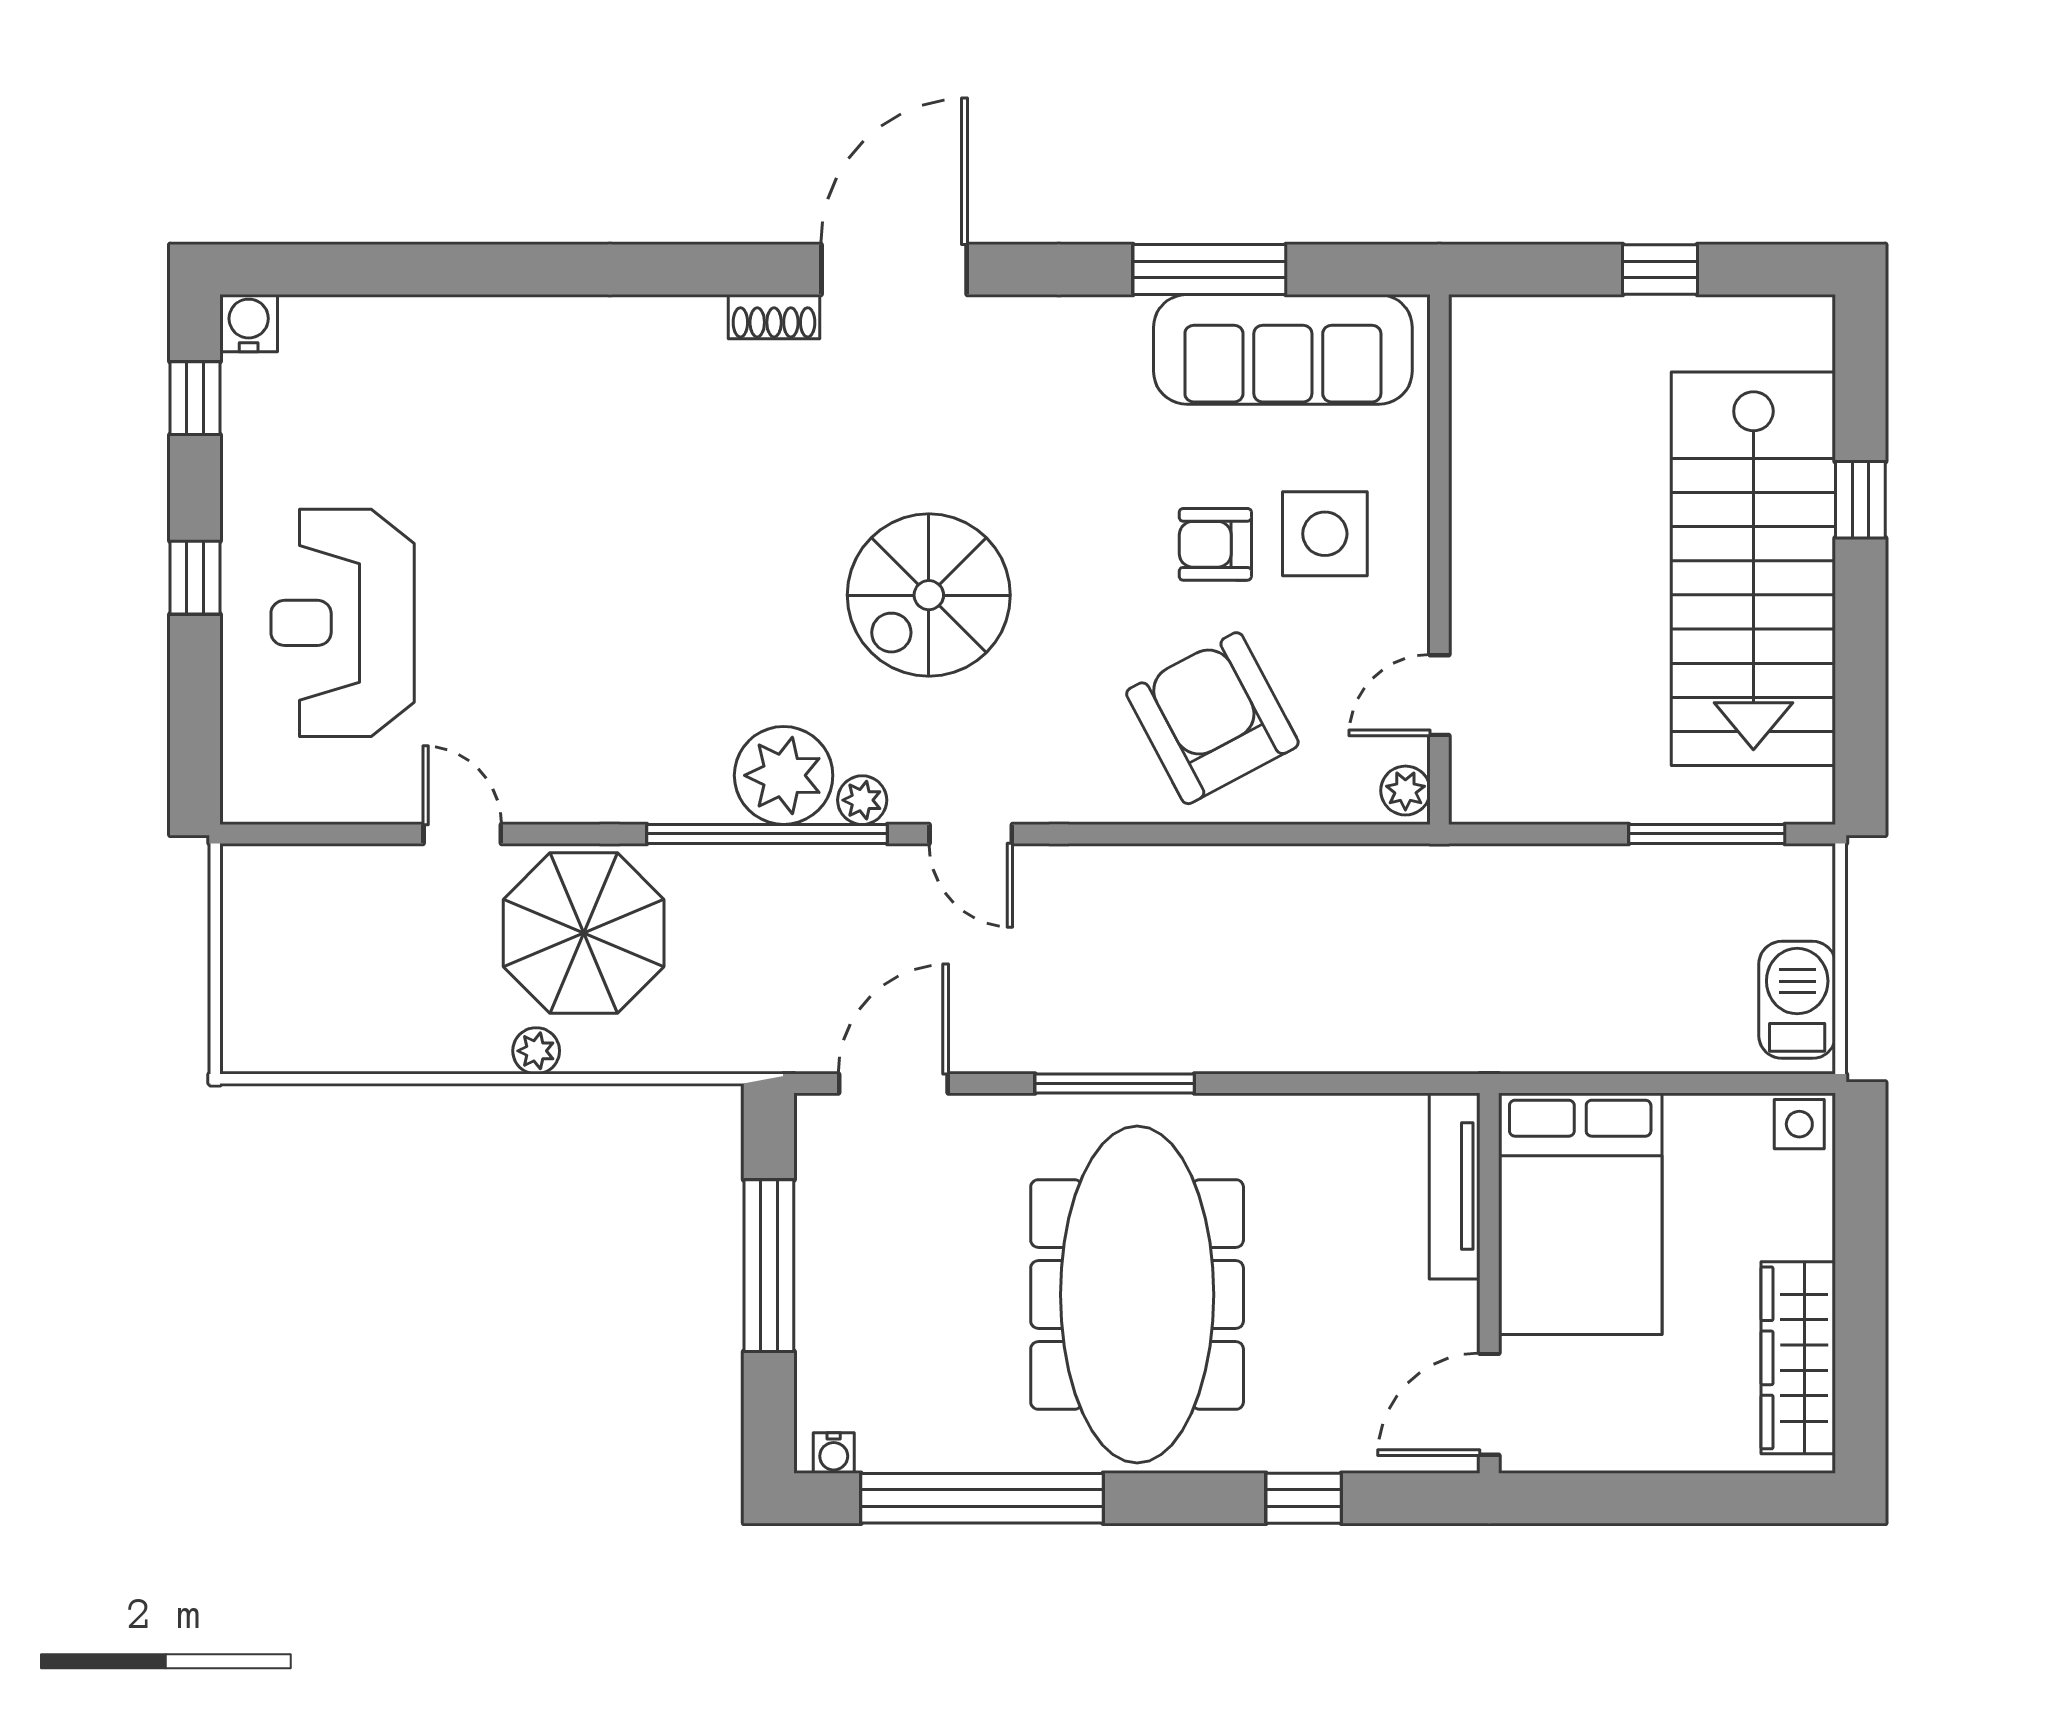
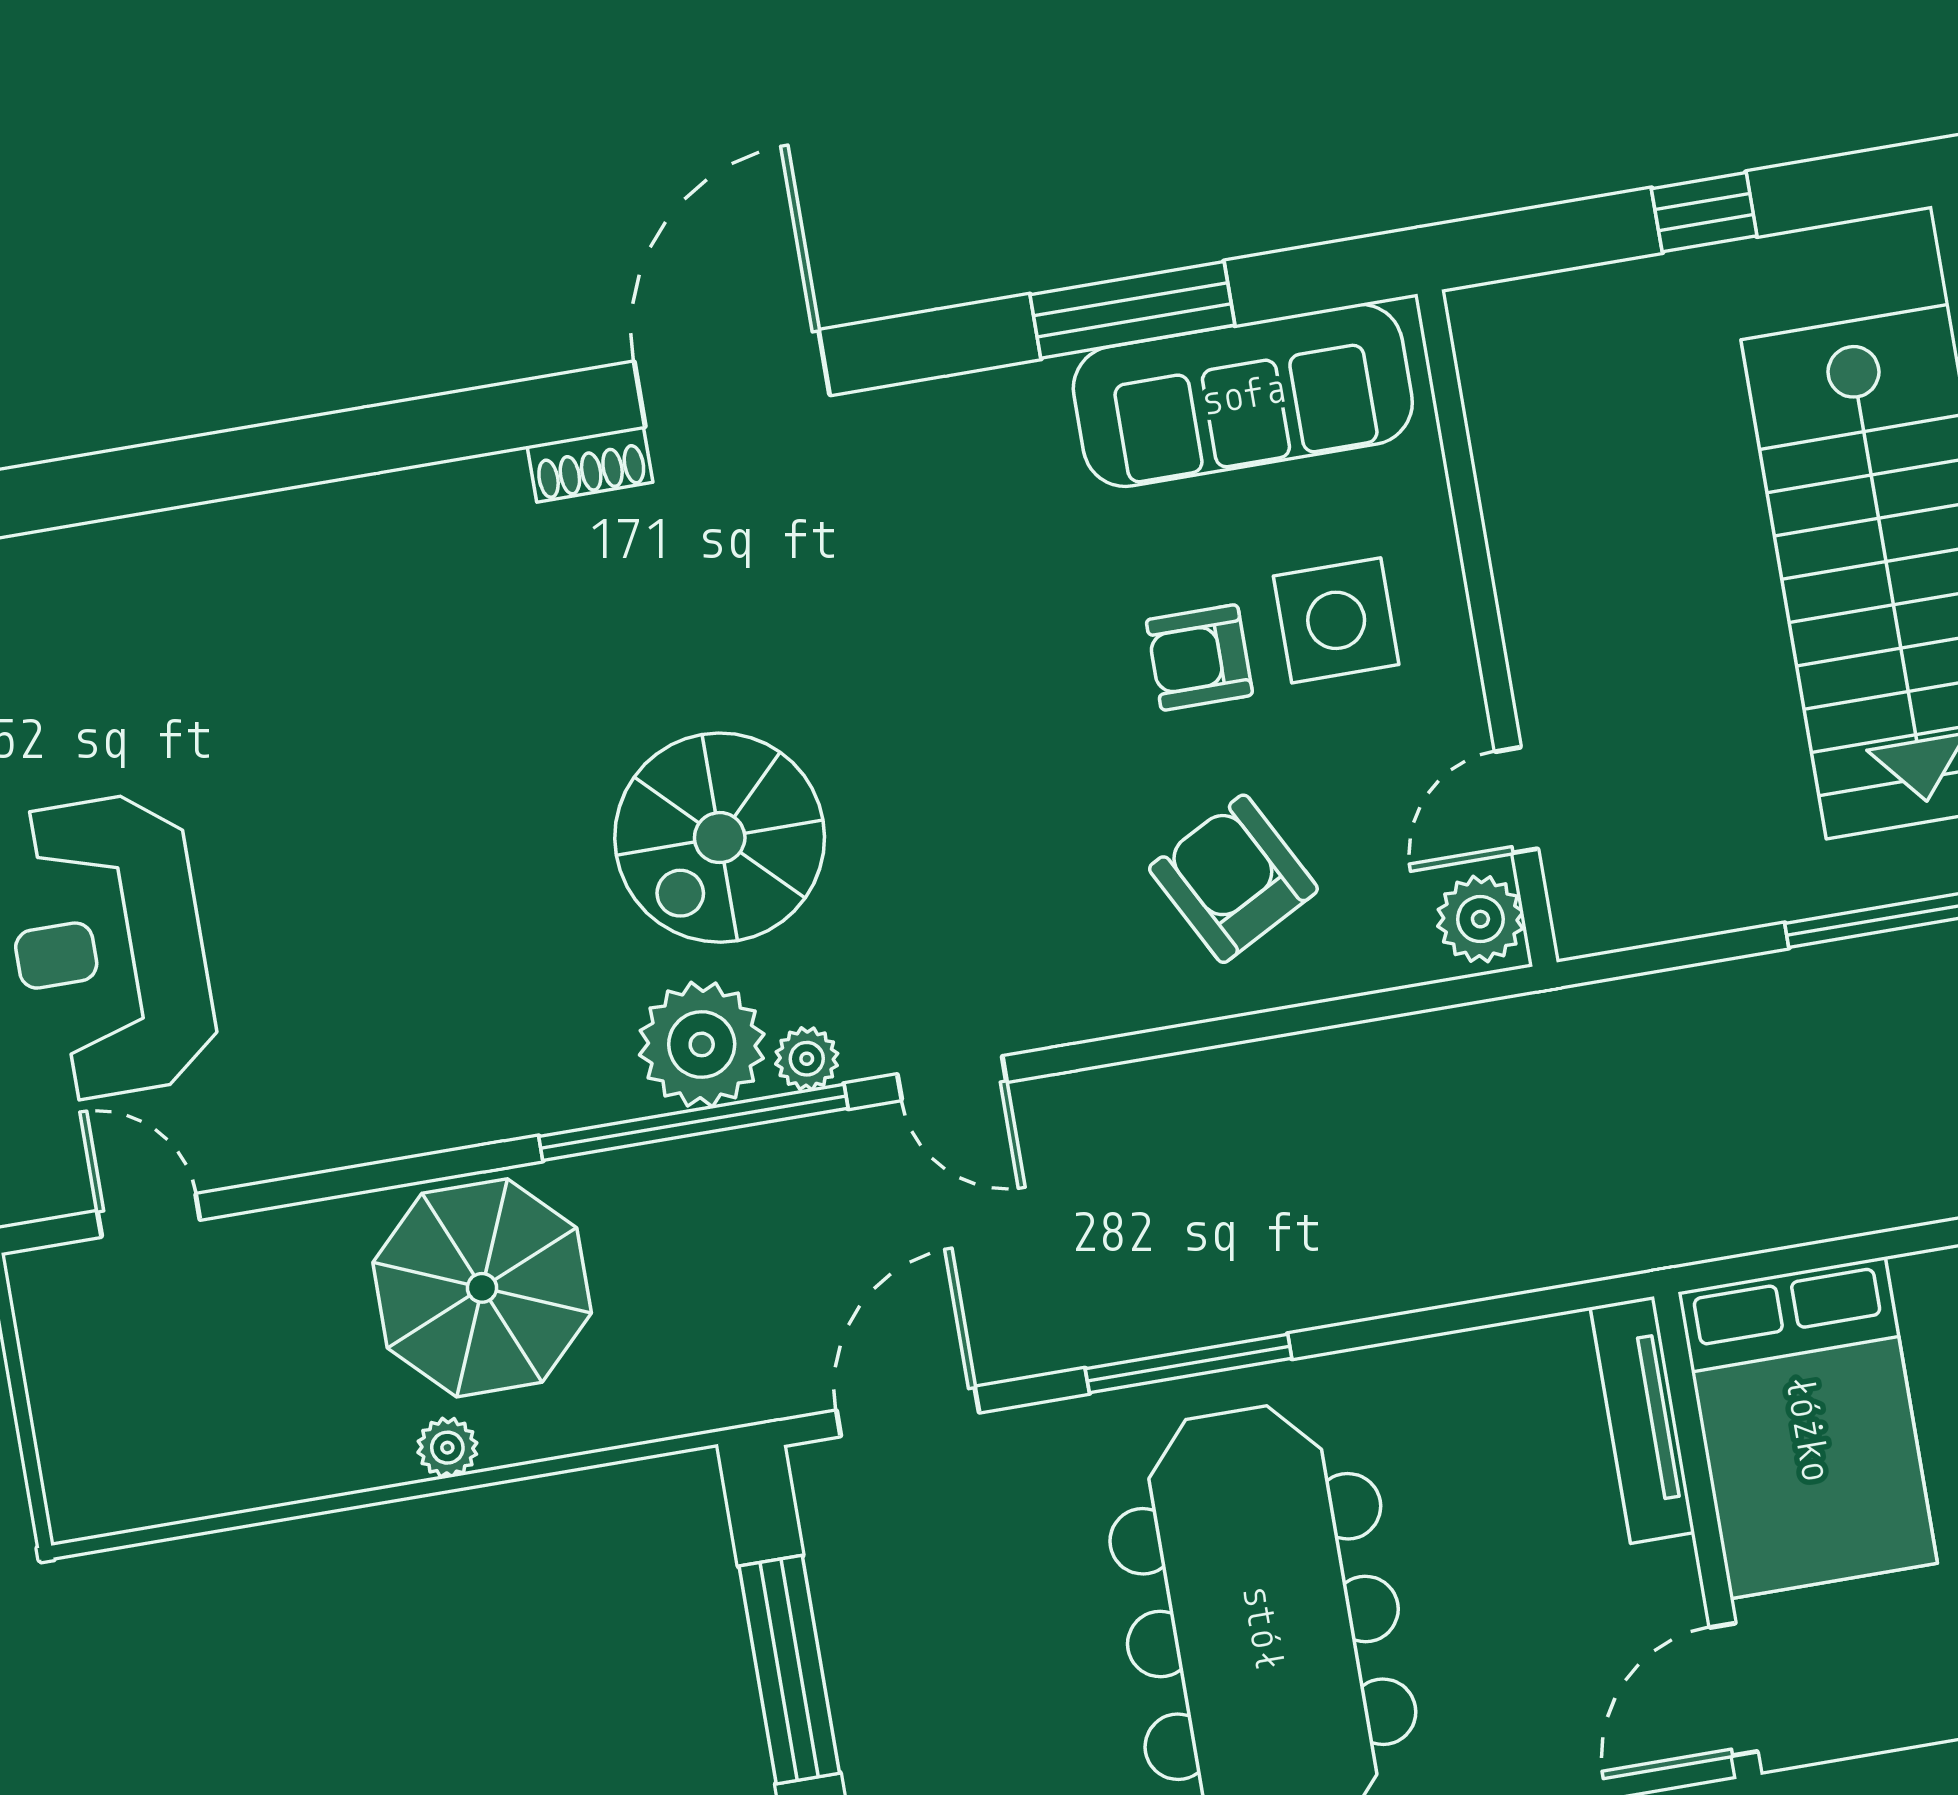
spiral stairs: (929, 595) -> (720, 838), moved
armchair: (1212, 718) -> (1233, 879), width x0.73, depth x0.73
plant: (1405, 791) -> (1480, 919), width x1.38, depth x1.38
door: (462, 834) -> (149, 1215), moved

